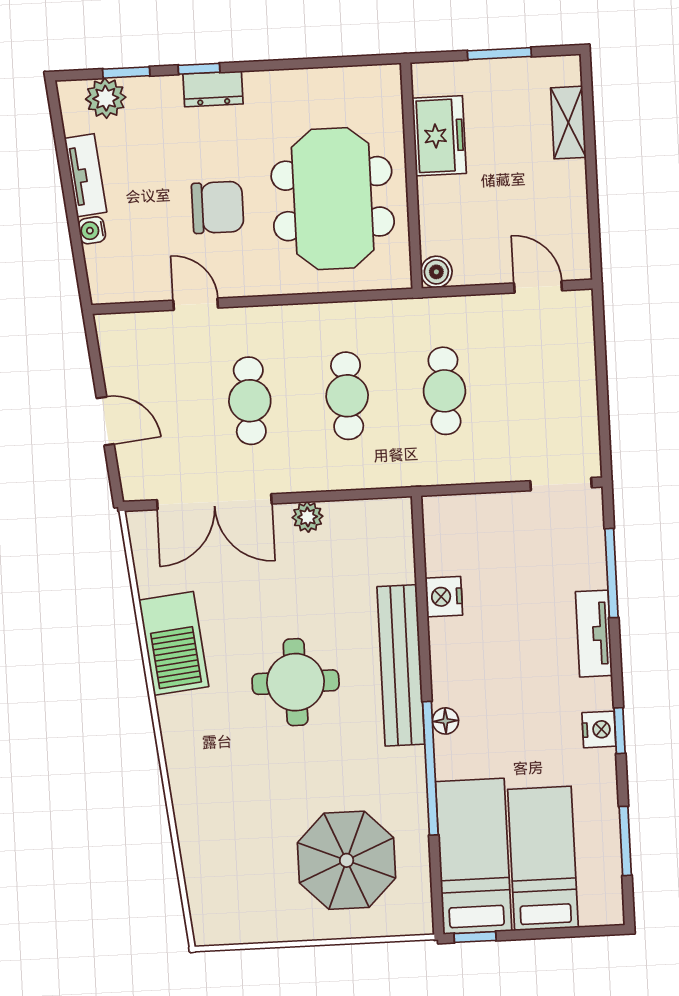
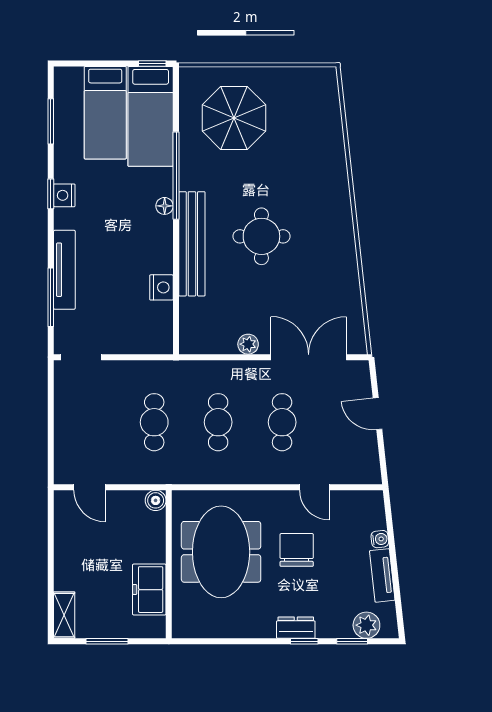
shelving: (568, 123) -> (64, 615), moved
chair: (218, 207) -> (297, 550), turned 90
tv unit: (594, 634) -> (64, 270), width x1.41
barbecue: (174, 643) -> (340, 266), removed

